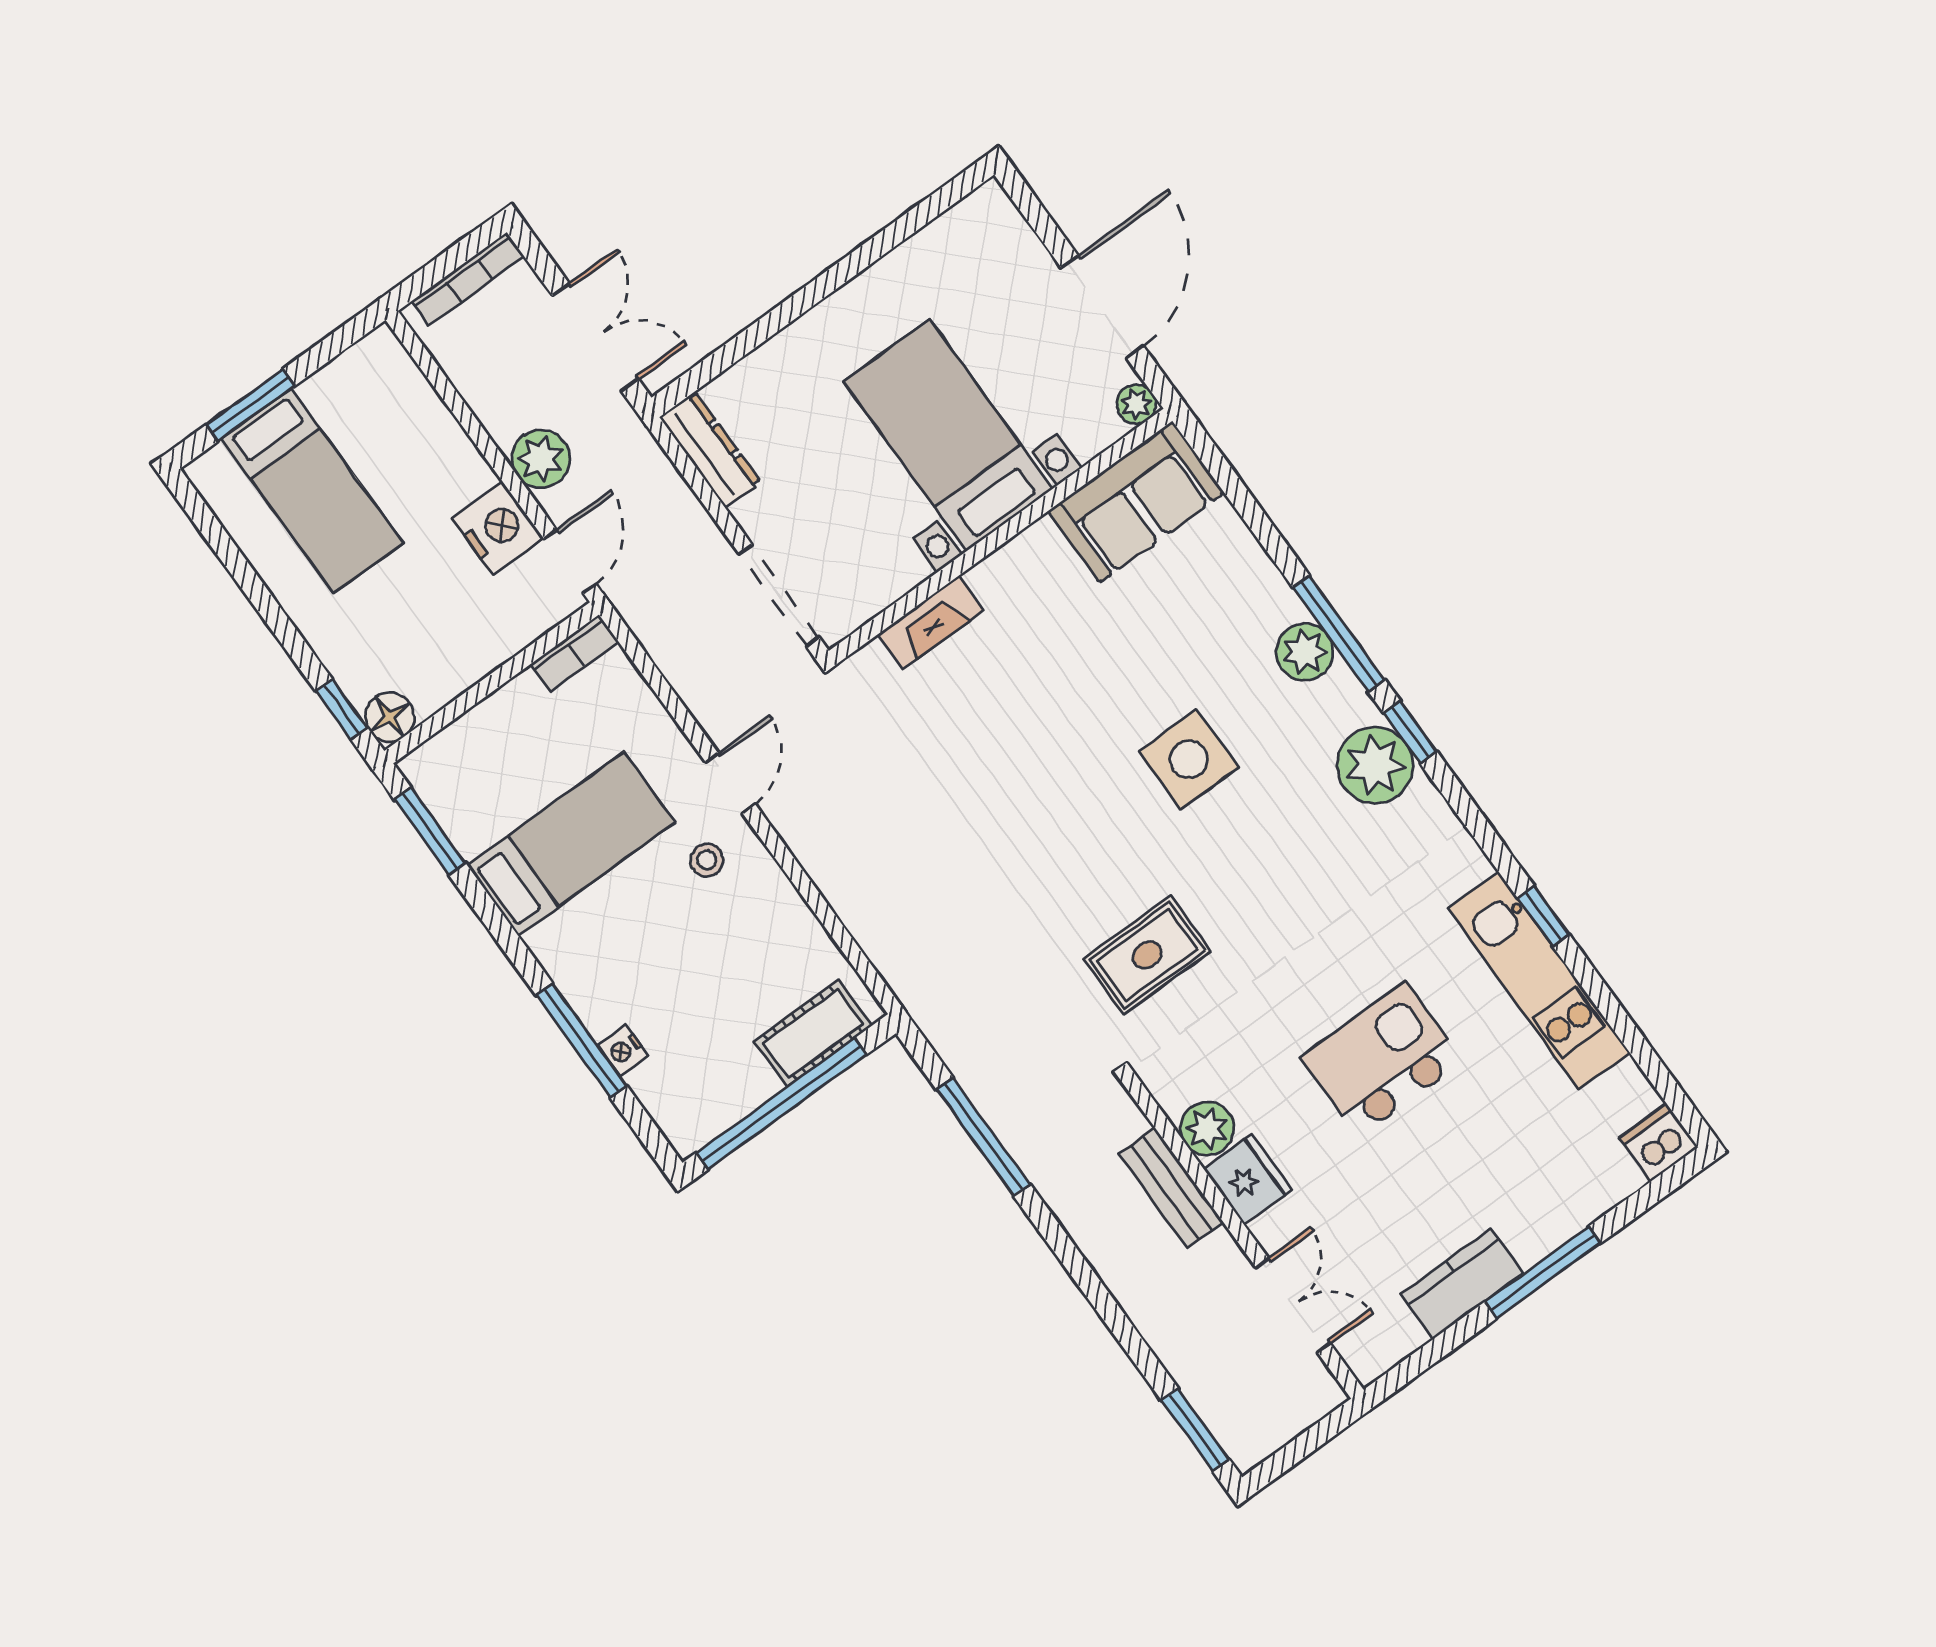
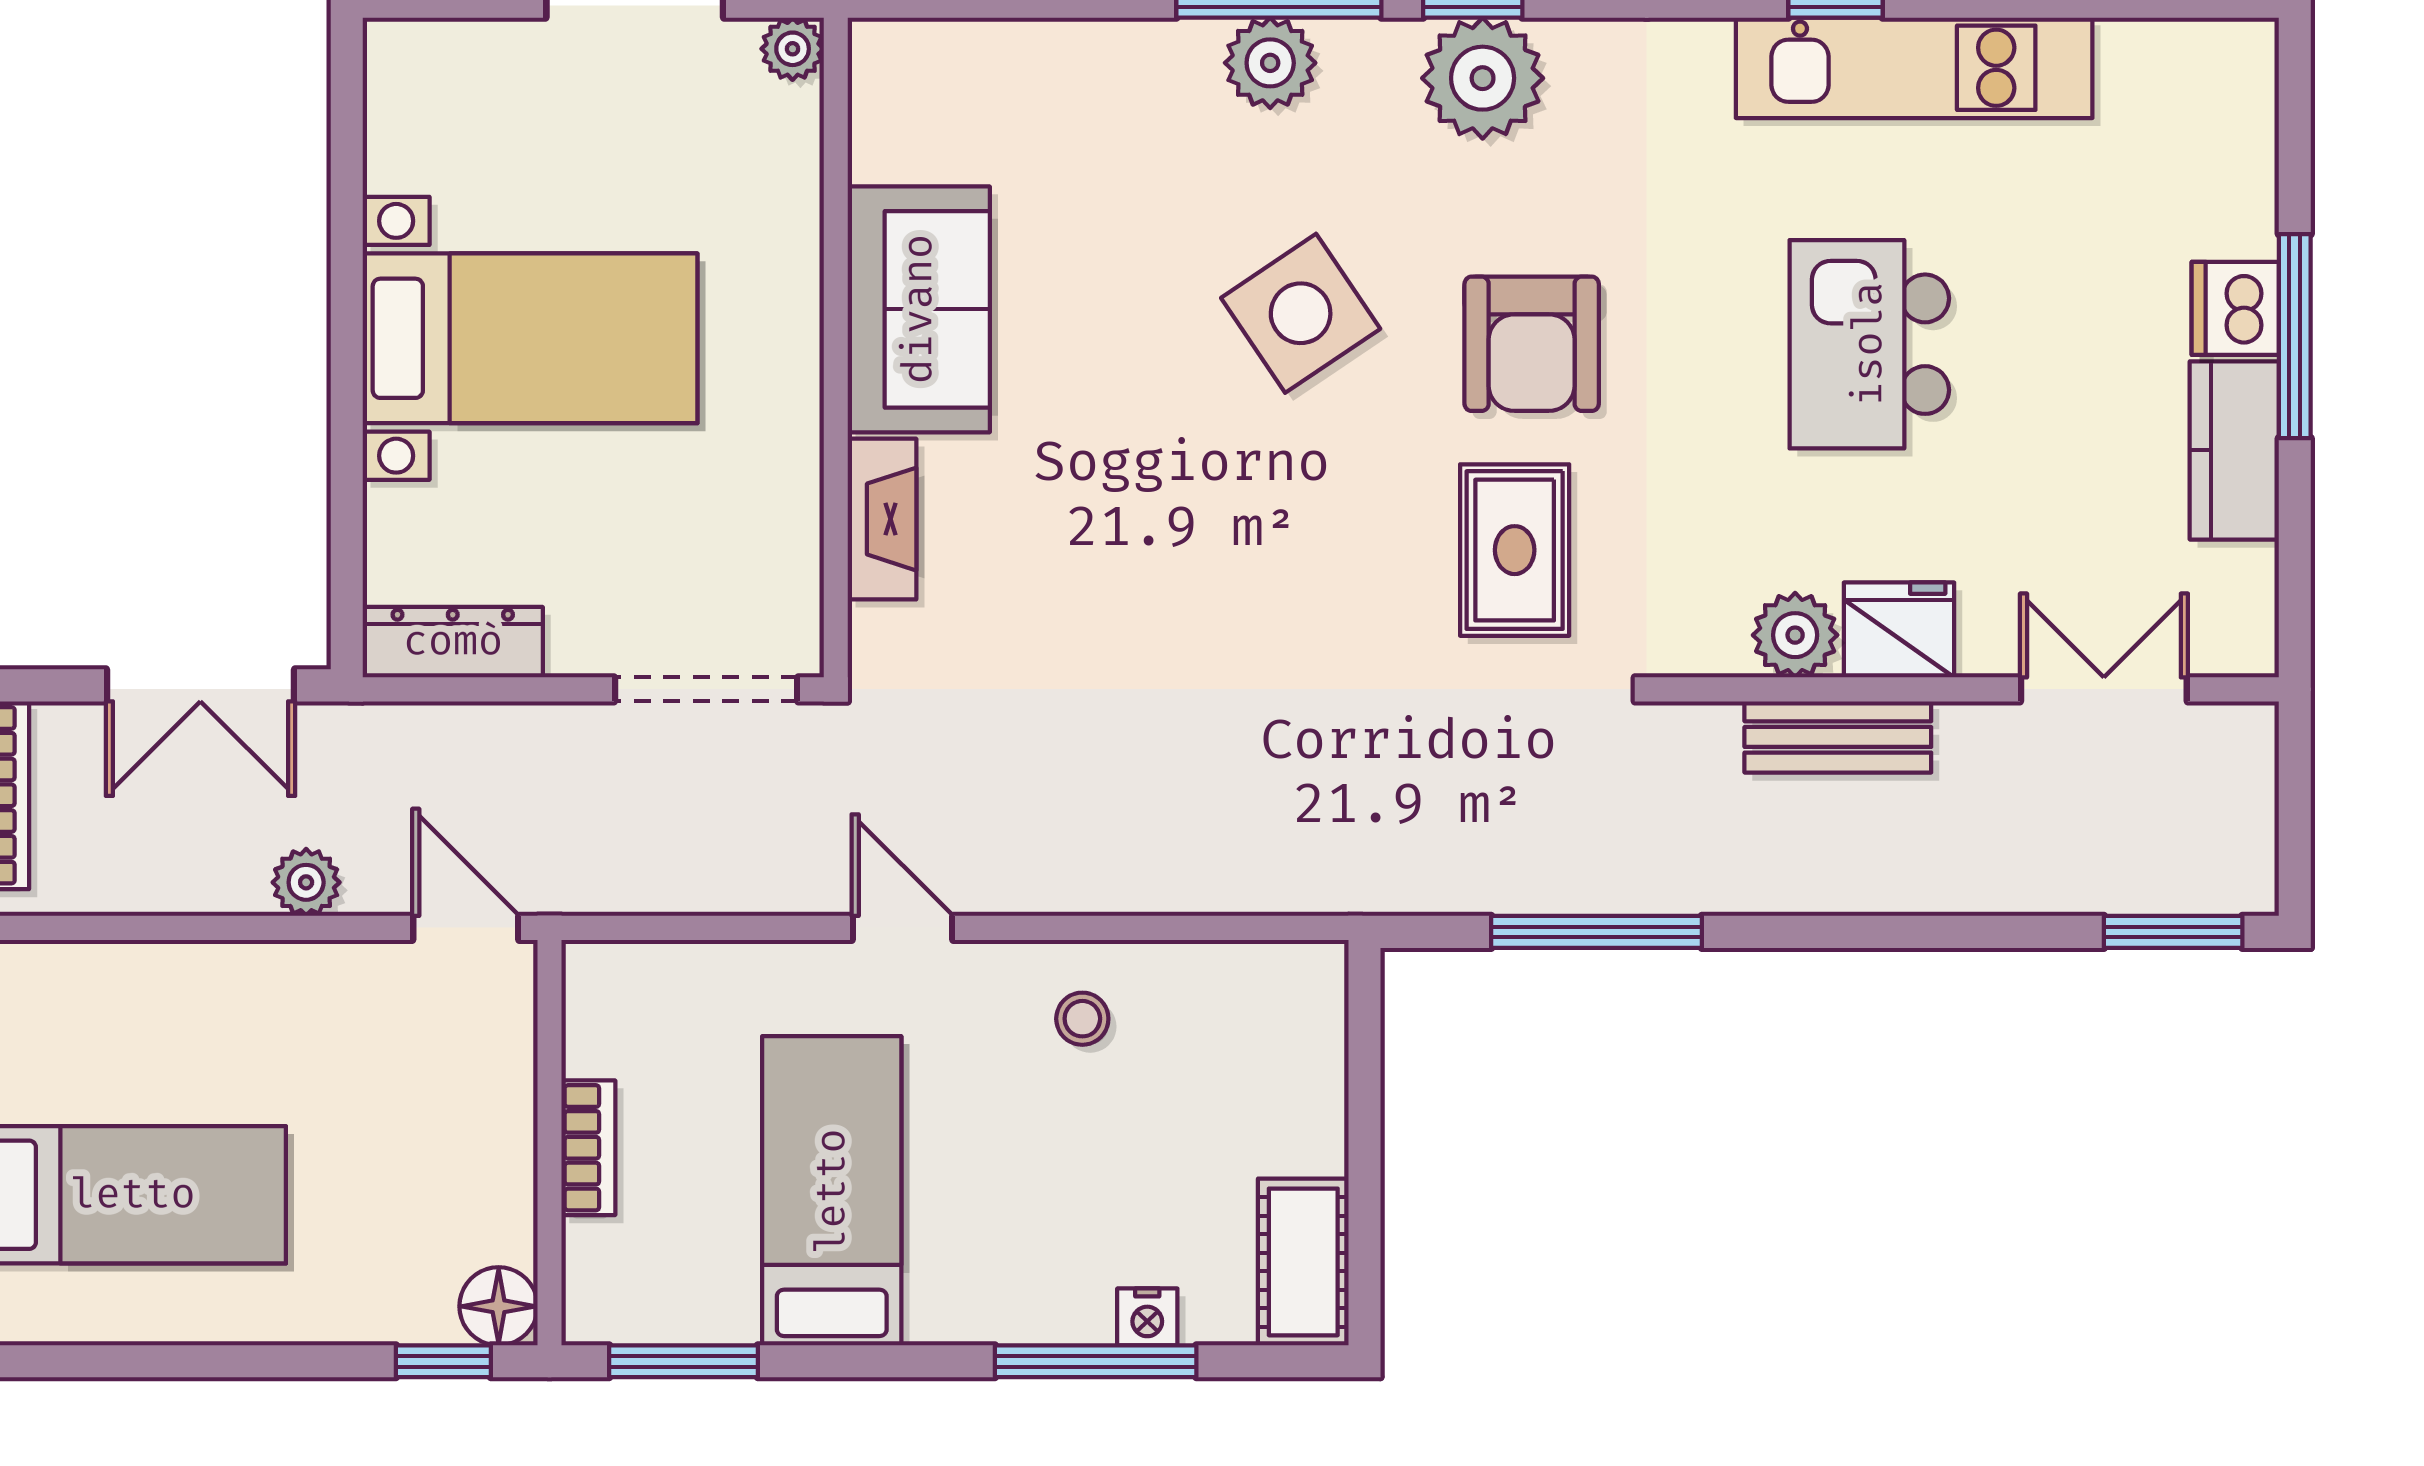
double door: (595, 338) -> (200, 685), swing flipped
bed with nightstands: (948, 435) -> (530, 338), moved, turned 180
plant: (541, 459) -> (306, 882), width x0.73, depth x0.73
sofa: (1136, 502) -> (919, 309), moved
nightstand: (498, 528) -> (355, 990), removed
bookcase: (575, 653) -> (588, 1148), moved
side table: (1189, 759) -> (1301, 313), turned -34
stool: (707, 860) -> (1082, 1019), moved
armchair: (1258, 888) -> (1532, 344), added
cot: (813, 1034) -> (1303, 1262), moved
window: (782, 1104) -> (1364, 1162), removed
dishwasher: (1659, 1142) -> (2235, 308), moved

